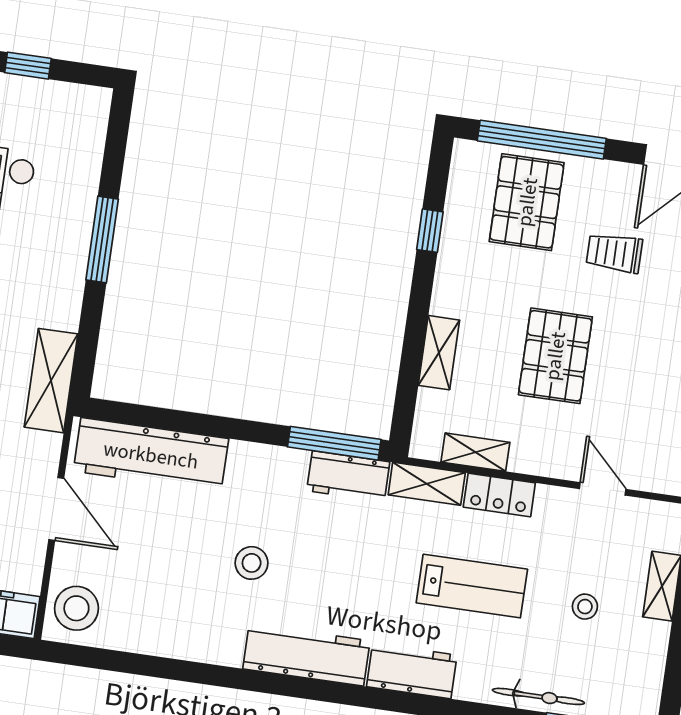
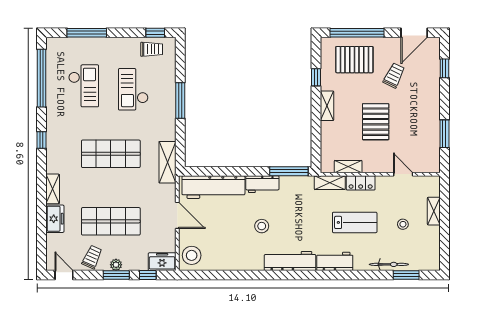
window: (28, 66) -> (155, 33), moved
trolley: (52, 109) -> (152, 49), added
pallet: (527, 202) -> (354, 60), turned 90
trolley: (614, 253) -> (394, 75), turned 116
shelving: (439, 353) -> (327, 106), moved
workbench: (348, 476) -> (262, 184), moved

